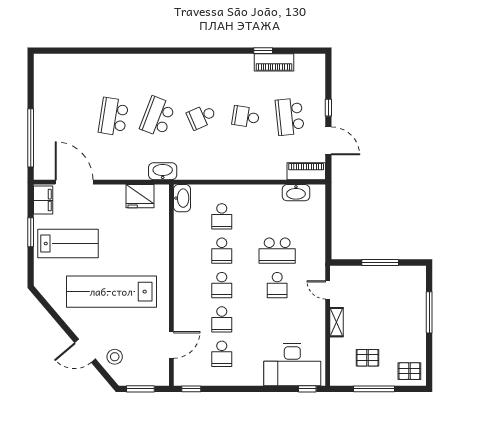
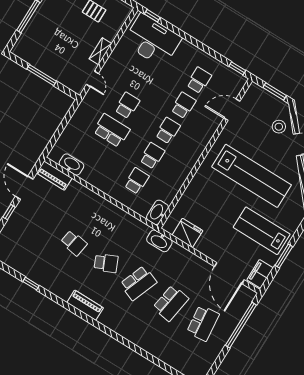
piano: (274, 62) -> (85, 305), moved
school desk: (290, 117) -> (203, 323), moved

